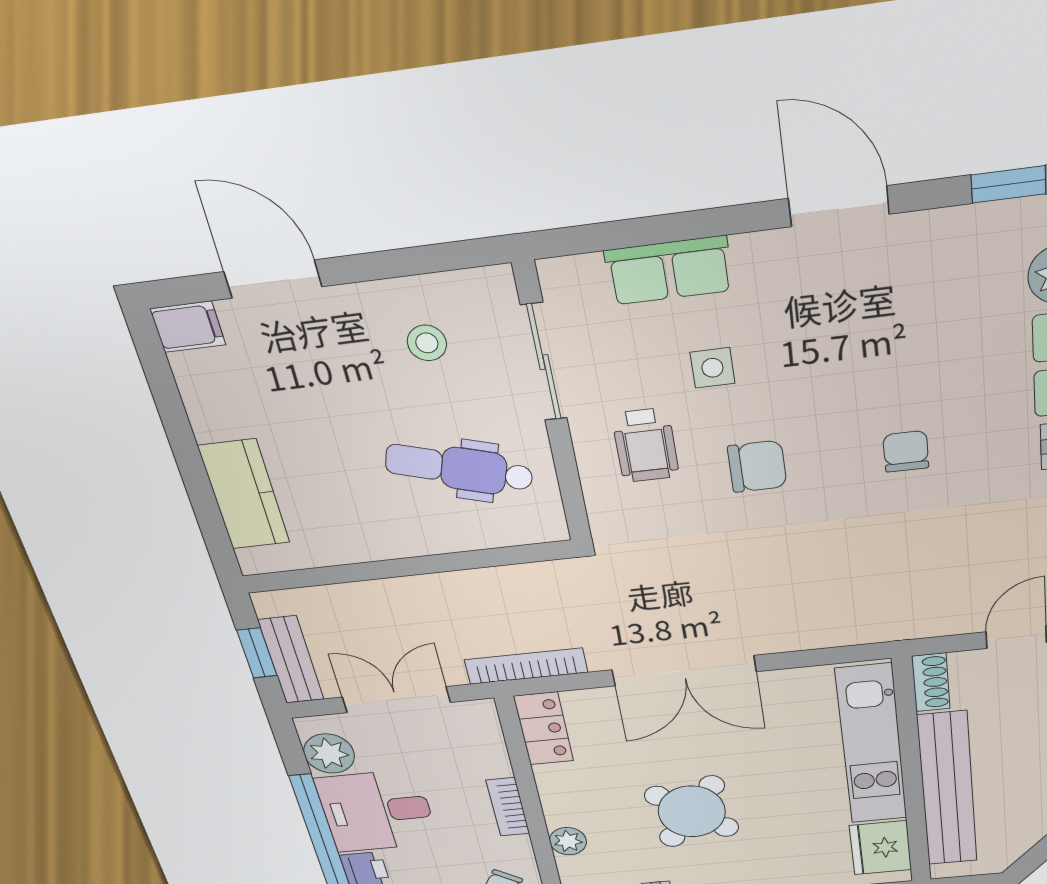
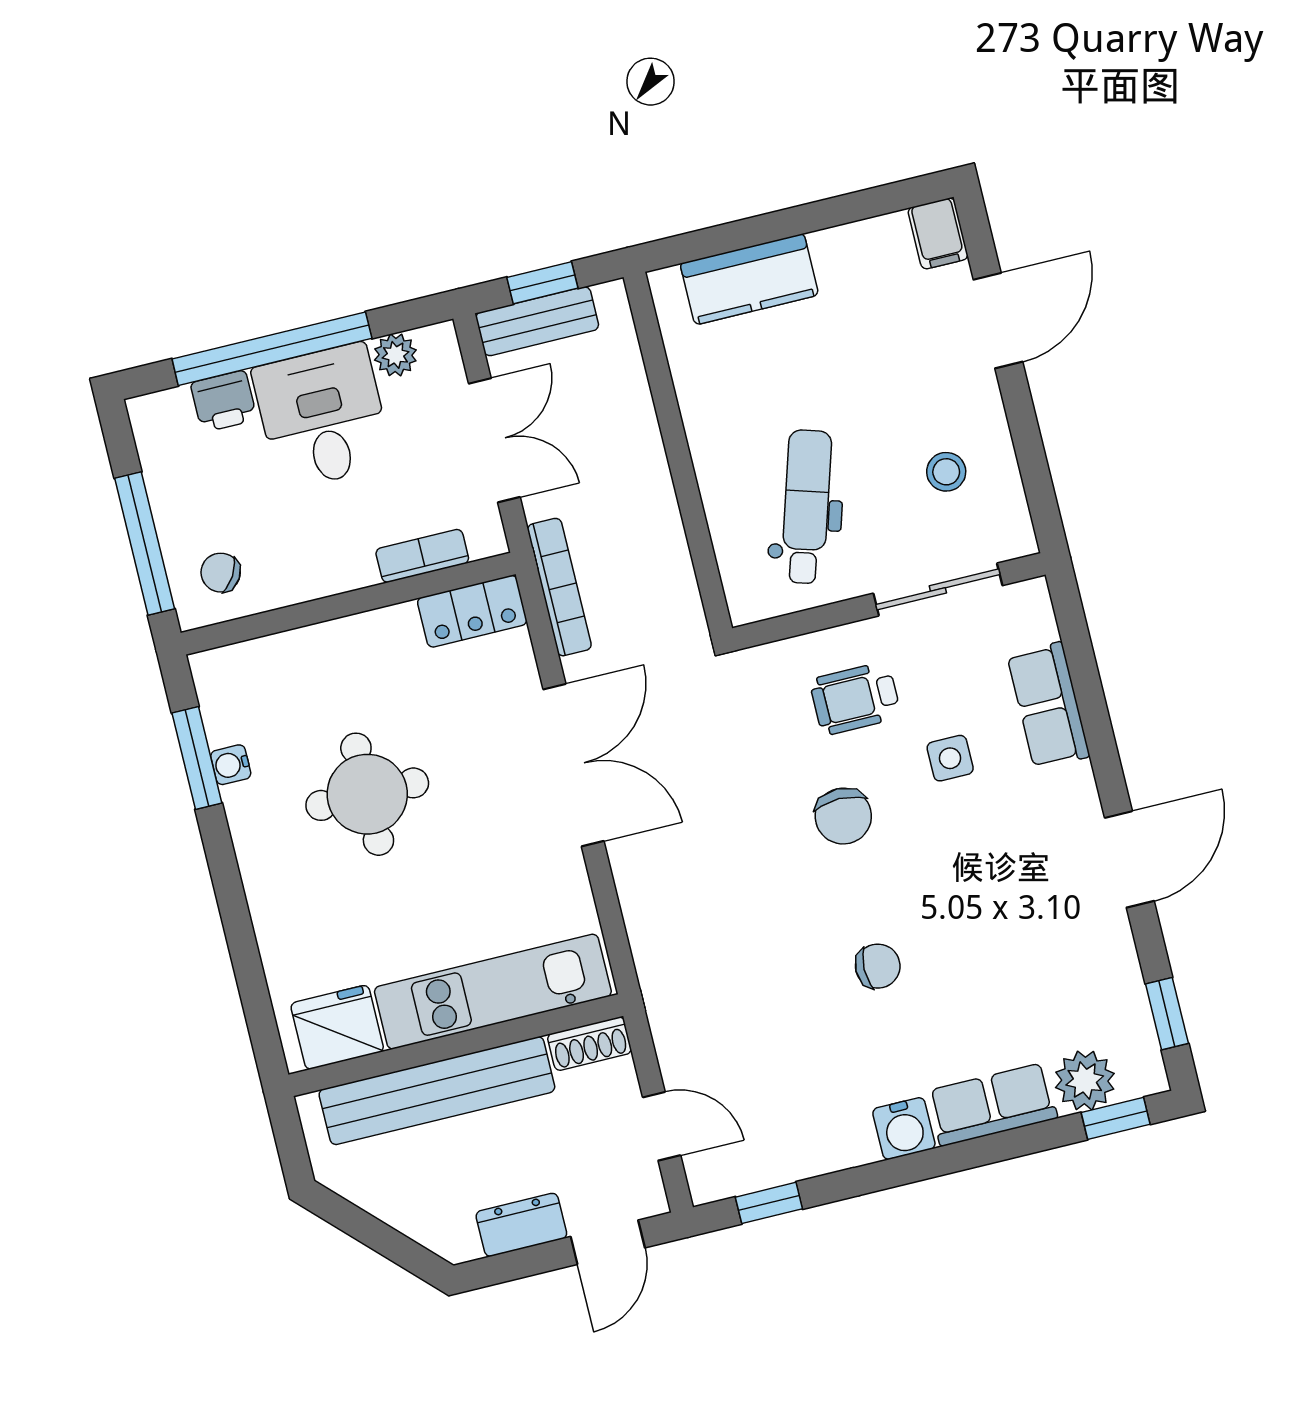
double door: (684, 671) -> (574, 765), swing flipped
plant: (329, 754) -> (395, 355), width x0.73, depth x0.73
bookcase: (508, 807) -> (422, 556), moved
round table: (692, 811) -> (367, 794), turned -38
plant: (568, 841) -> (302, 649), removed

